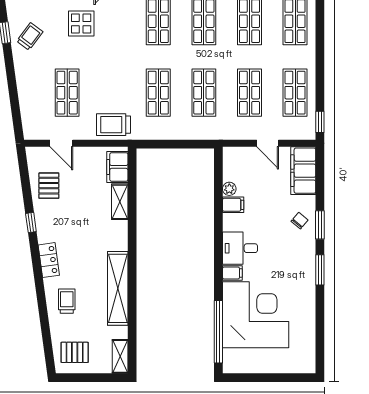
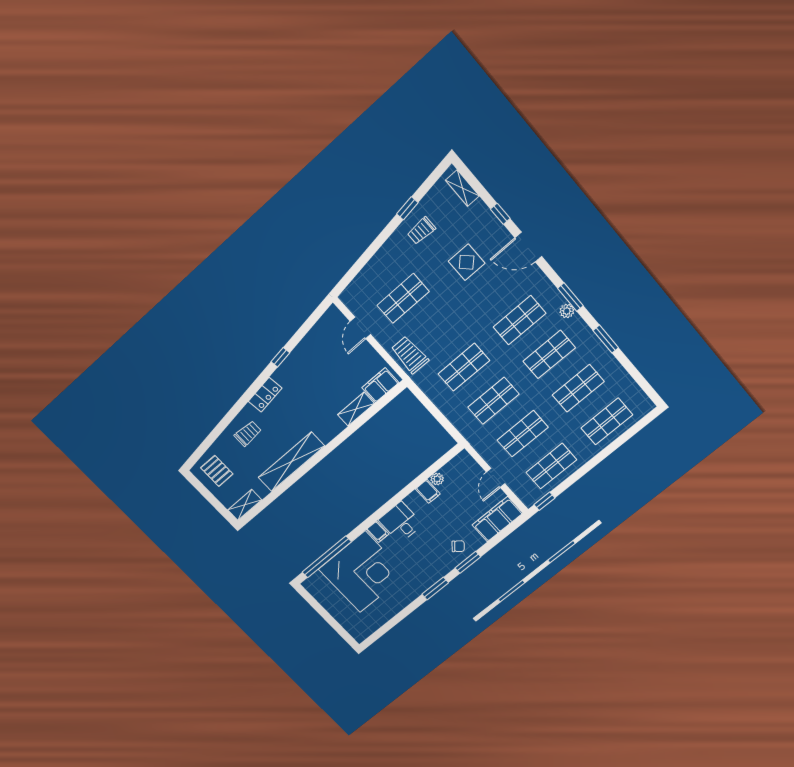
trolley: (30, 36) -> (421, 231), turned 143
pallet: (49, 186) -> (320, 346), removed

